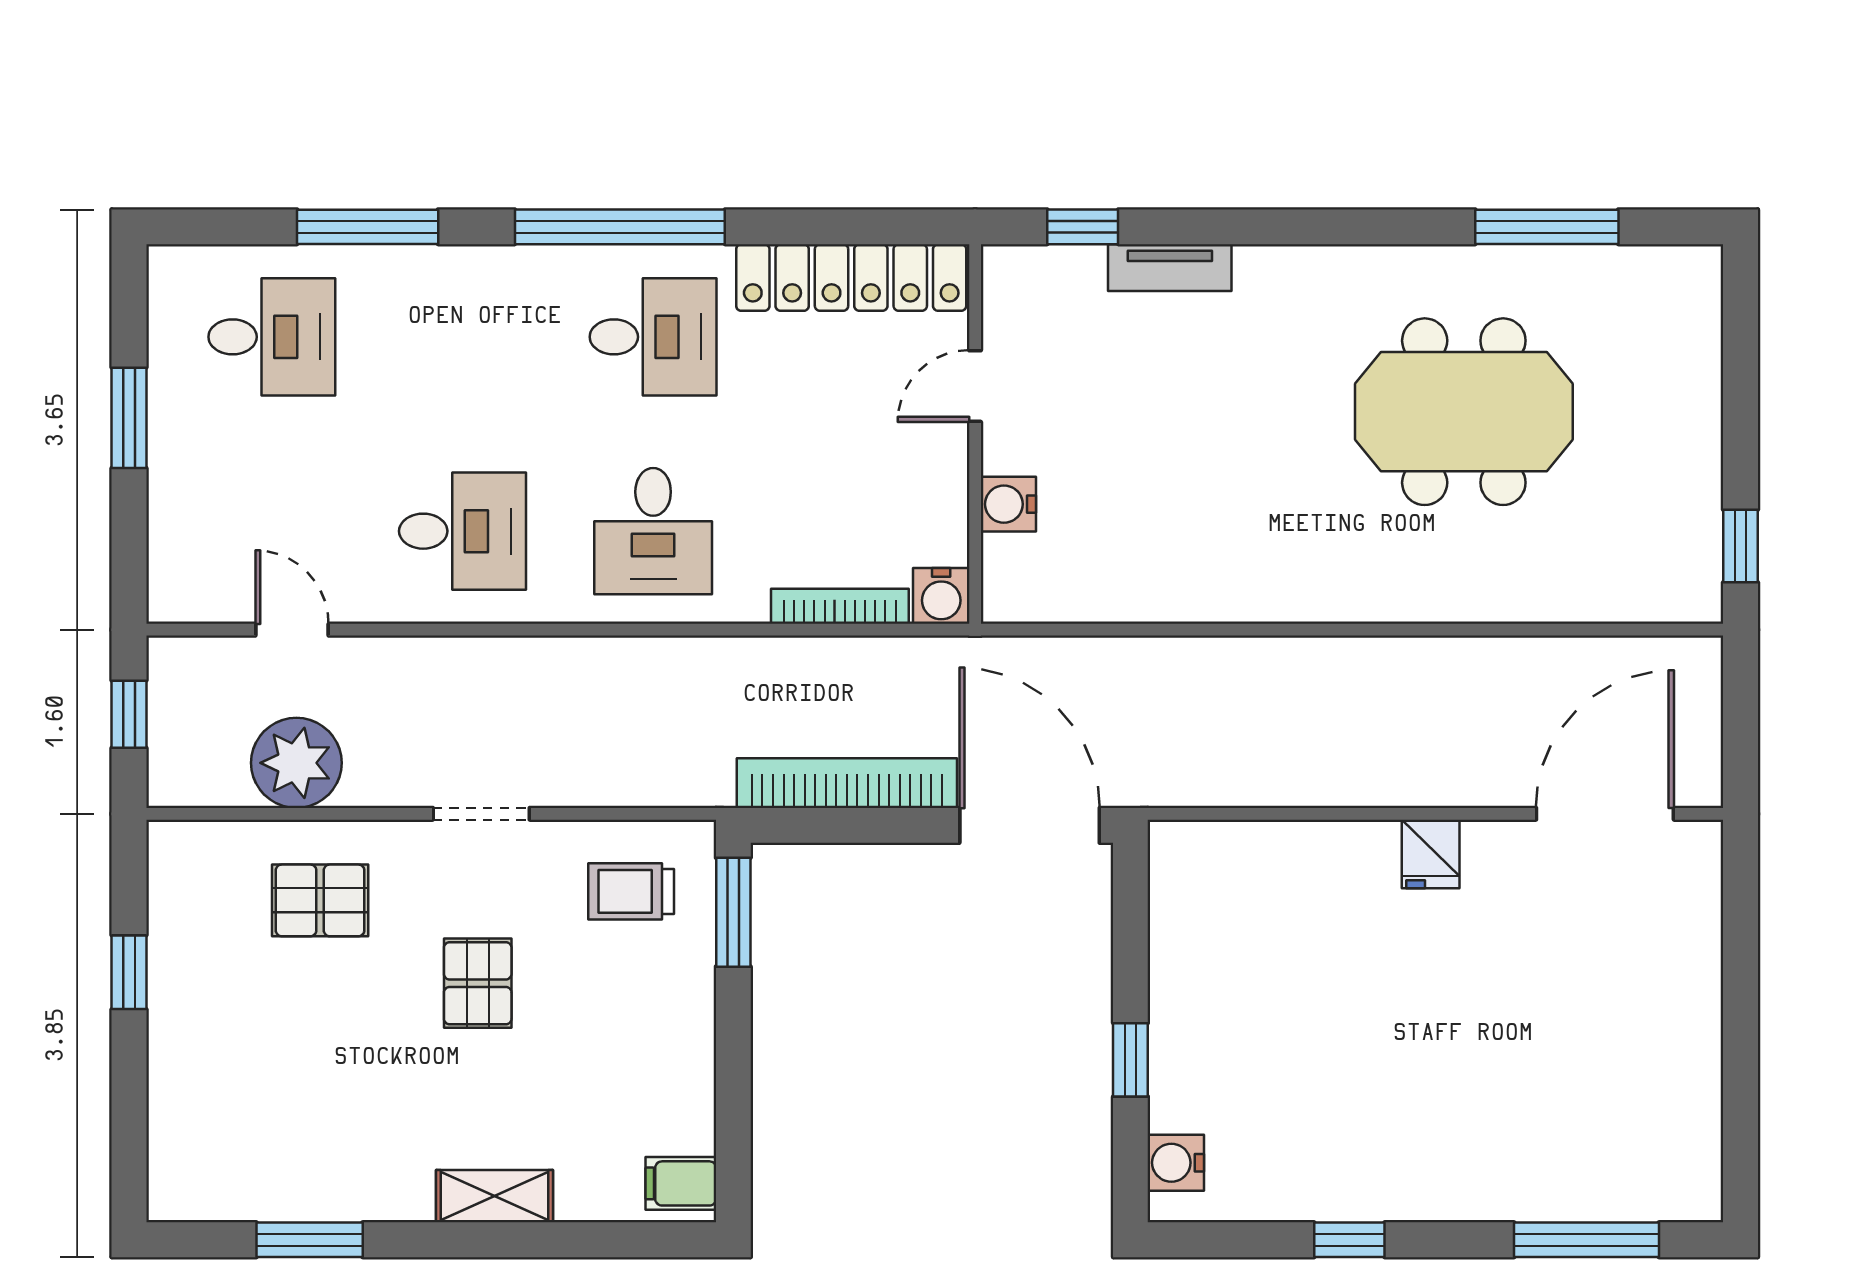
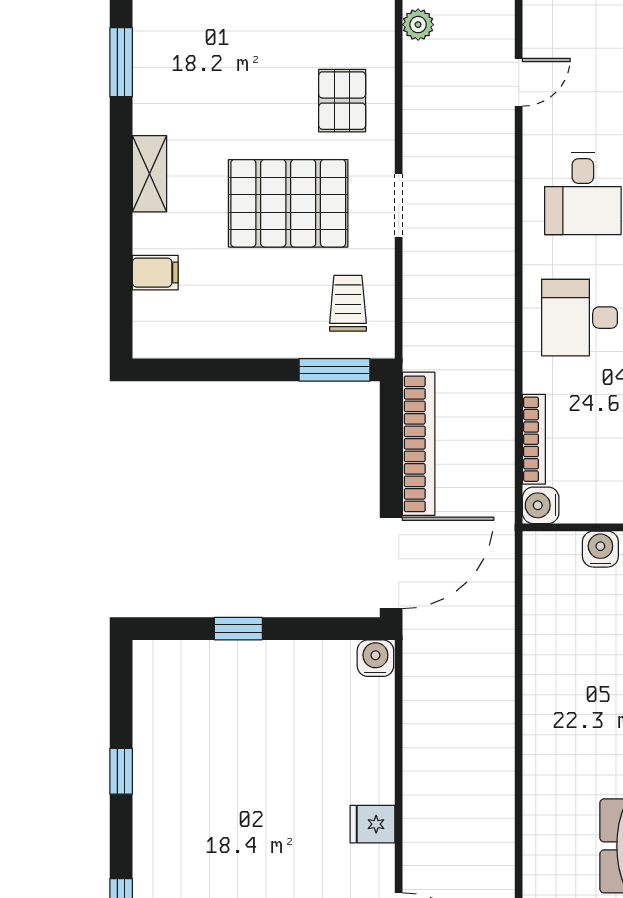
plant: (296, 763) -> (418, 25), moved, width x0.53, depth x0.53
pallet: (478, 983) -> (288, 203), width x2.05, depth x2.00
water cooler: (1176, 1163) -> (375, 658), moved
filing cabinet: (681, 1183) -> (155, 273), moved, turned 90
shelving: (495, 1196) -> (149, 174), moved
window: (310, 1240) -> (121, 62), moved

